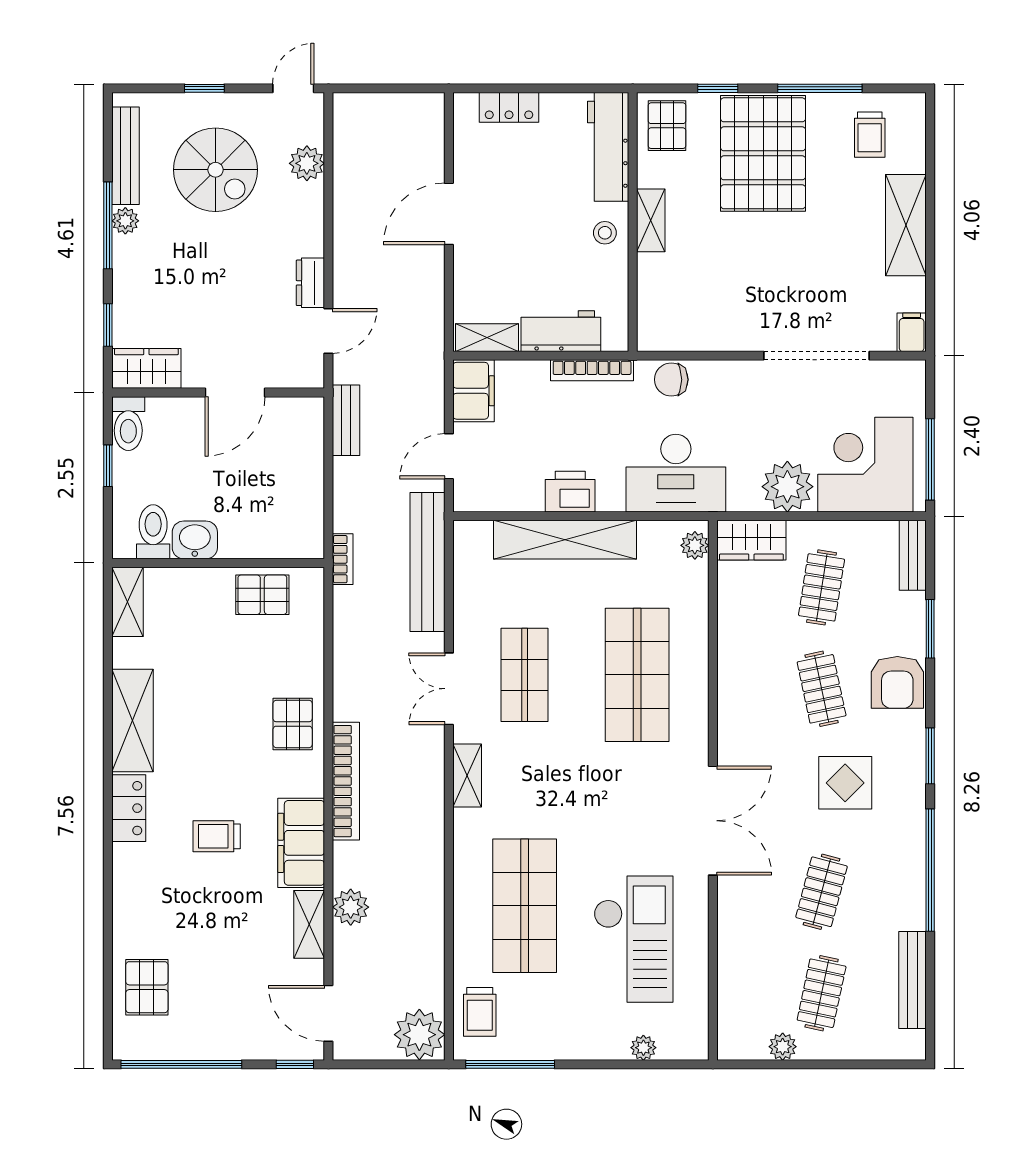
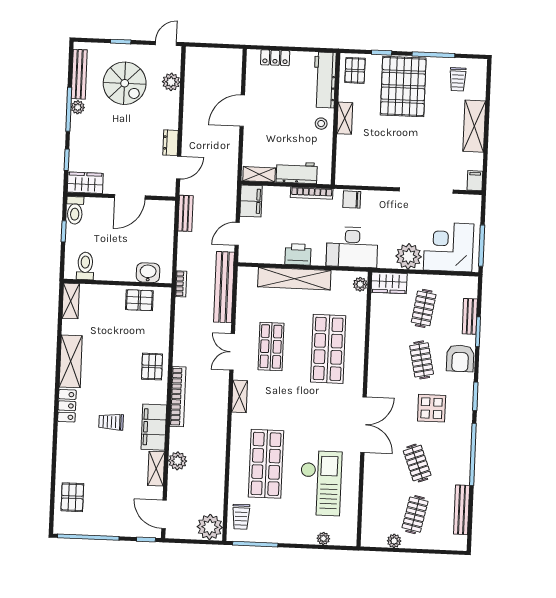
washbasin: (195, 540) -> (148, 273), moved
bench: (913, 555) -> (470, 316), moved
clothes rail: (822, 892) -> (417, 463), turned -36

